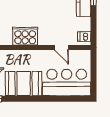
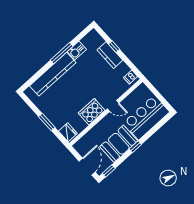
door: (62, 48) -> (113, 106), moved
window: (35, 99) -> (135, 147), added

